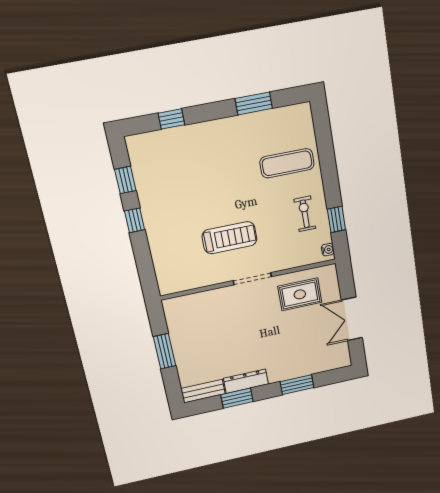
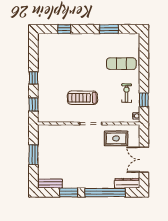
window: (125, 180) -> (33, 105), moved
treadmill: (230, 238) -> (82, 98), turned 180
dresser: (246, 381) -> (127, 183), moved
window: (297, 385) -> (105, 192), width x2.11

